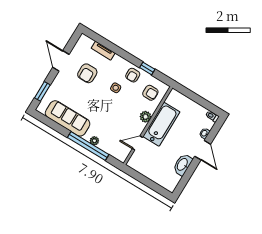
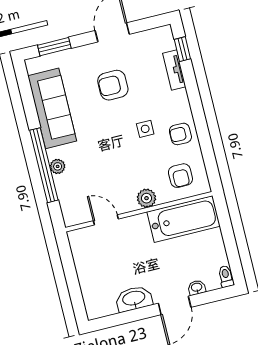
window: (147, 68) -> (182, 49), moved
armchair: (87, 73) -> (113, 85), moved
bathtub: (161, 124) -> (184, 219), moved

